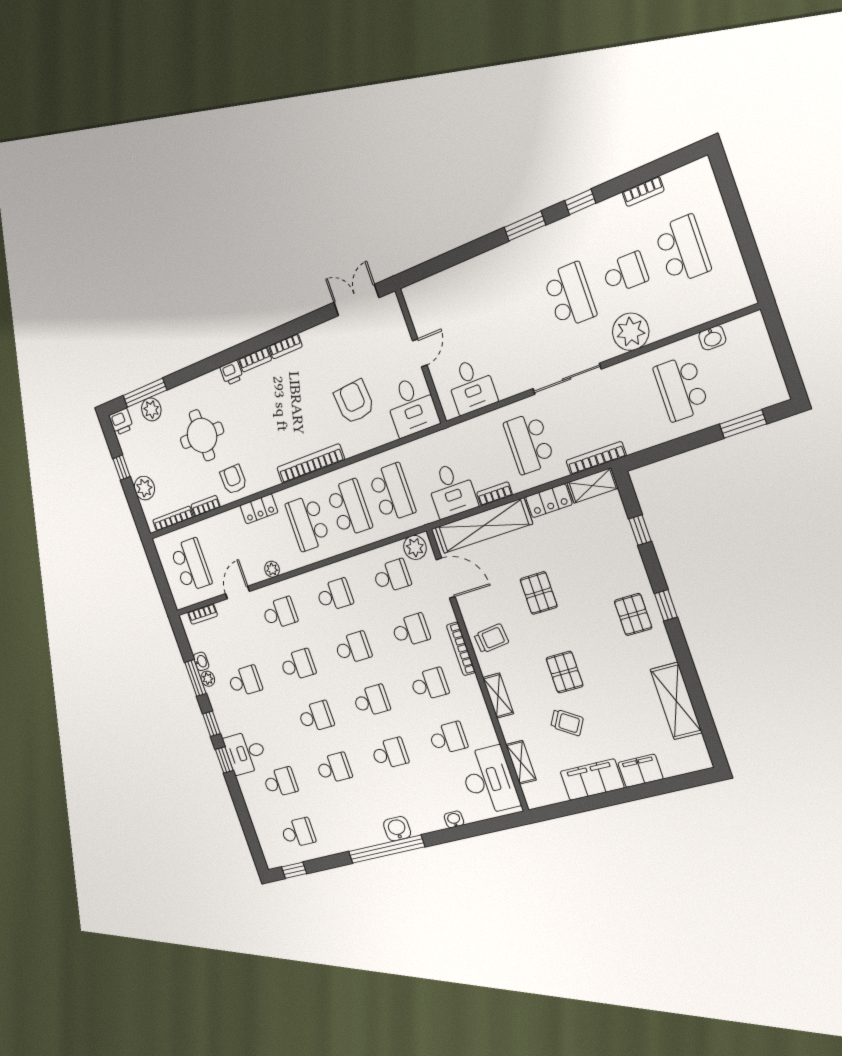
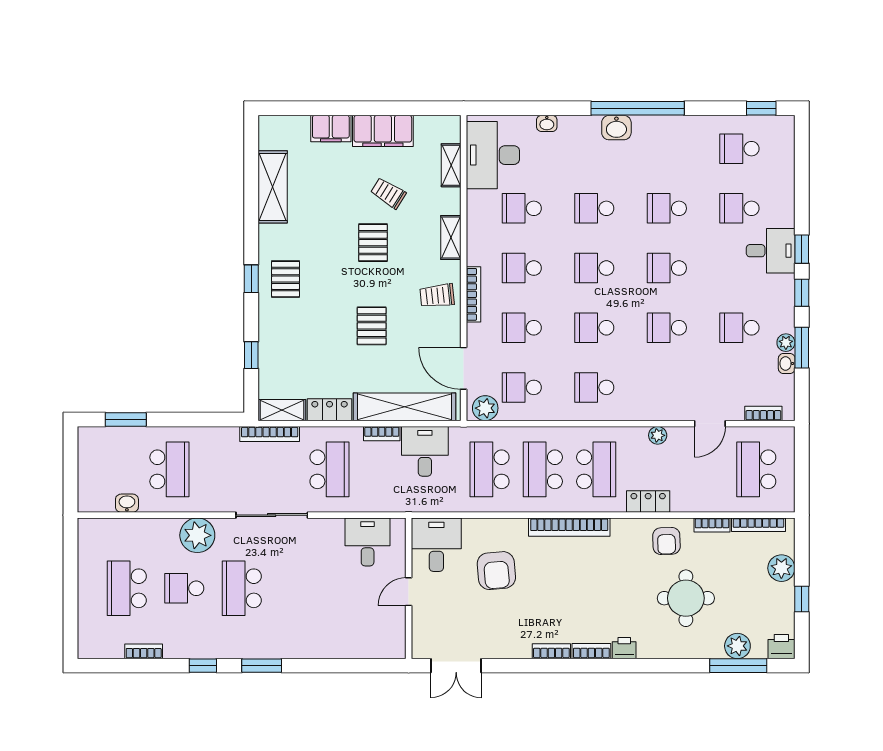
school desk: (280, 613) -> (667, 387), removed

